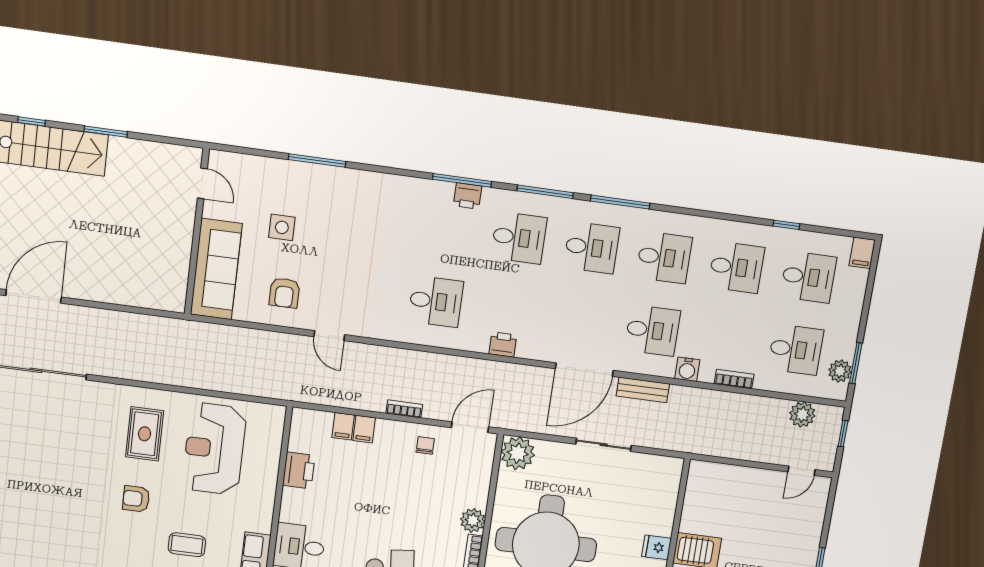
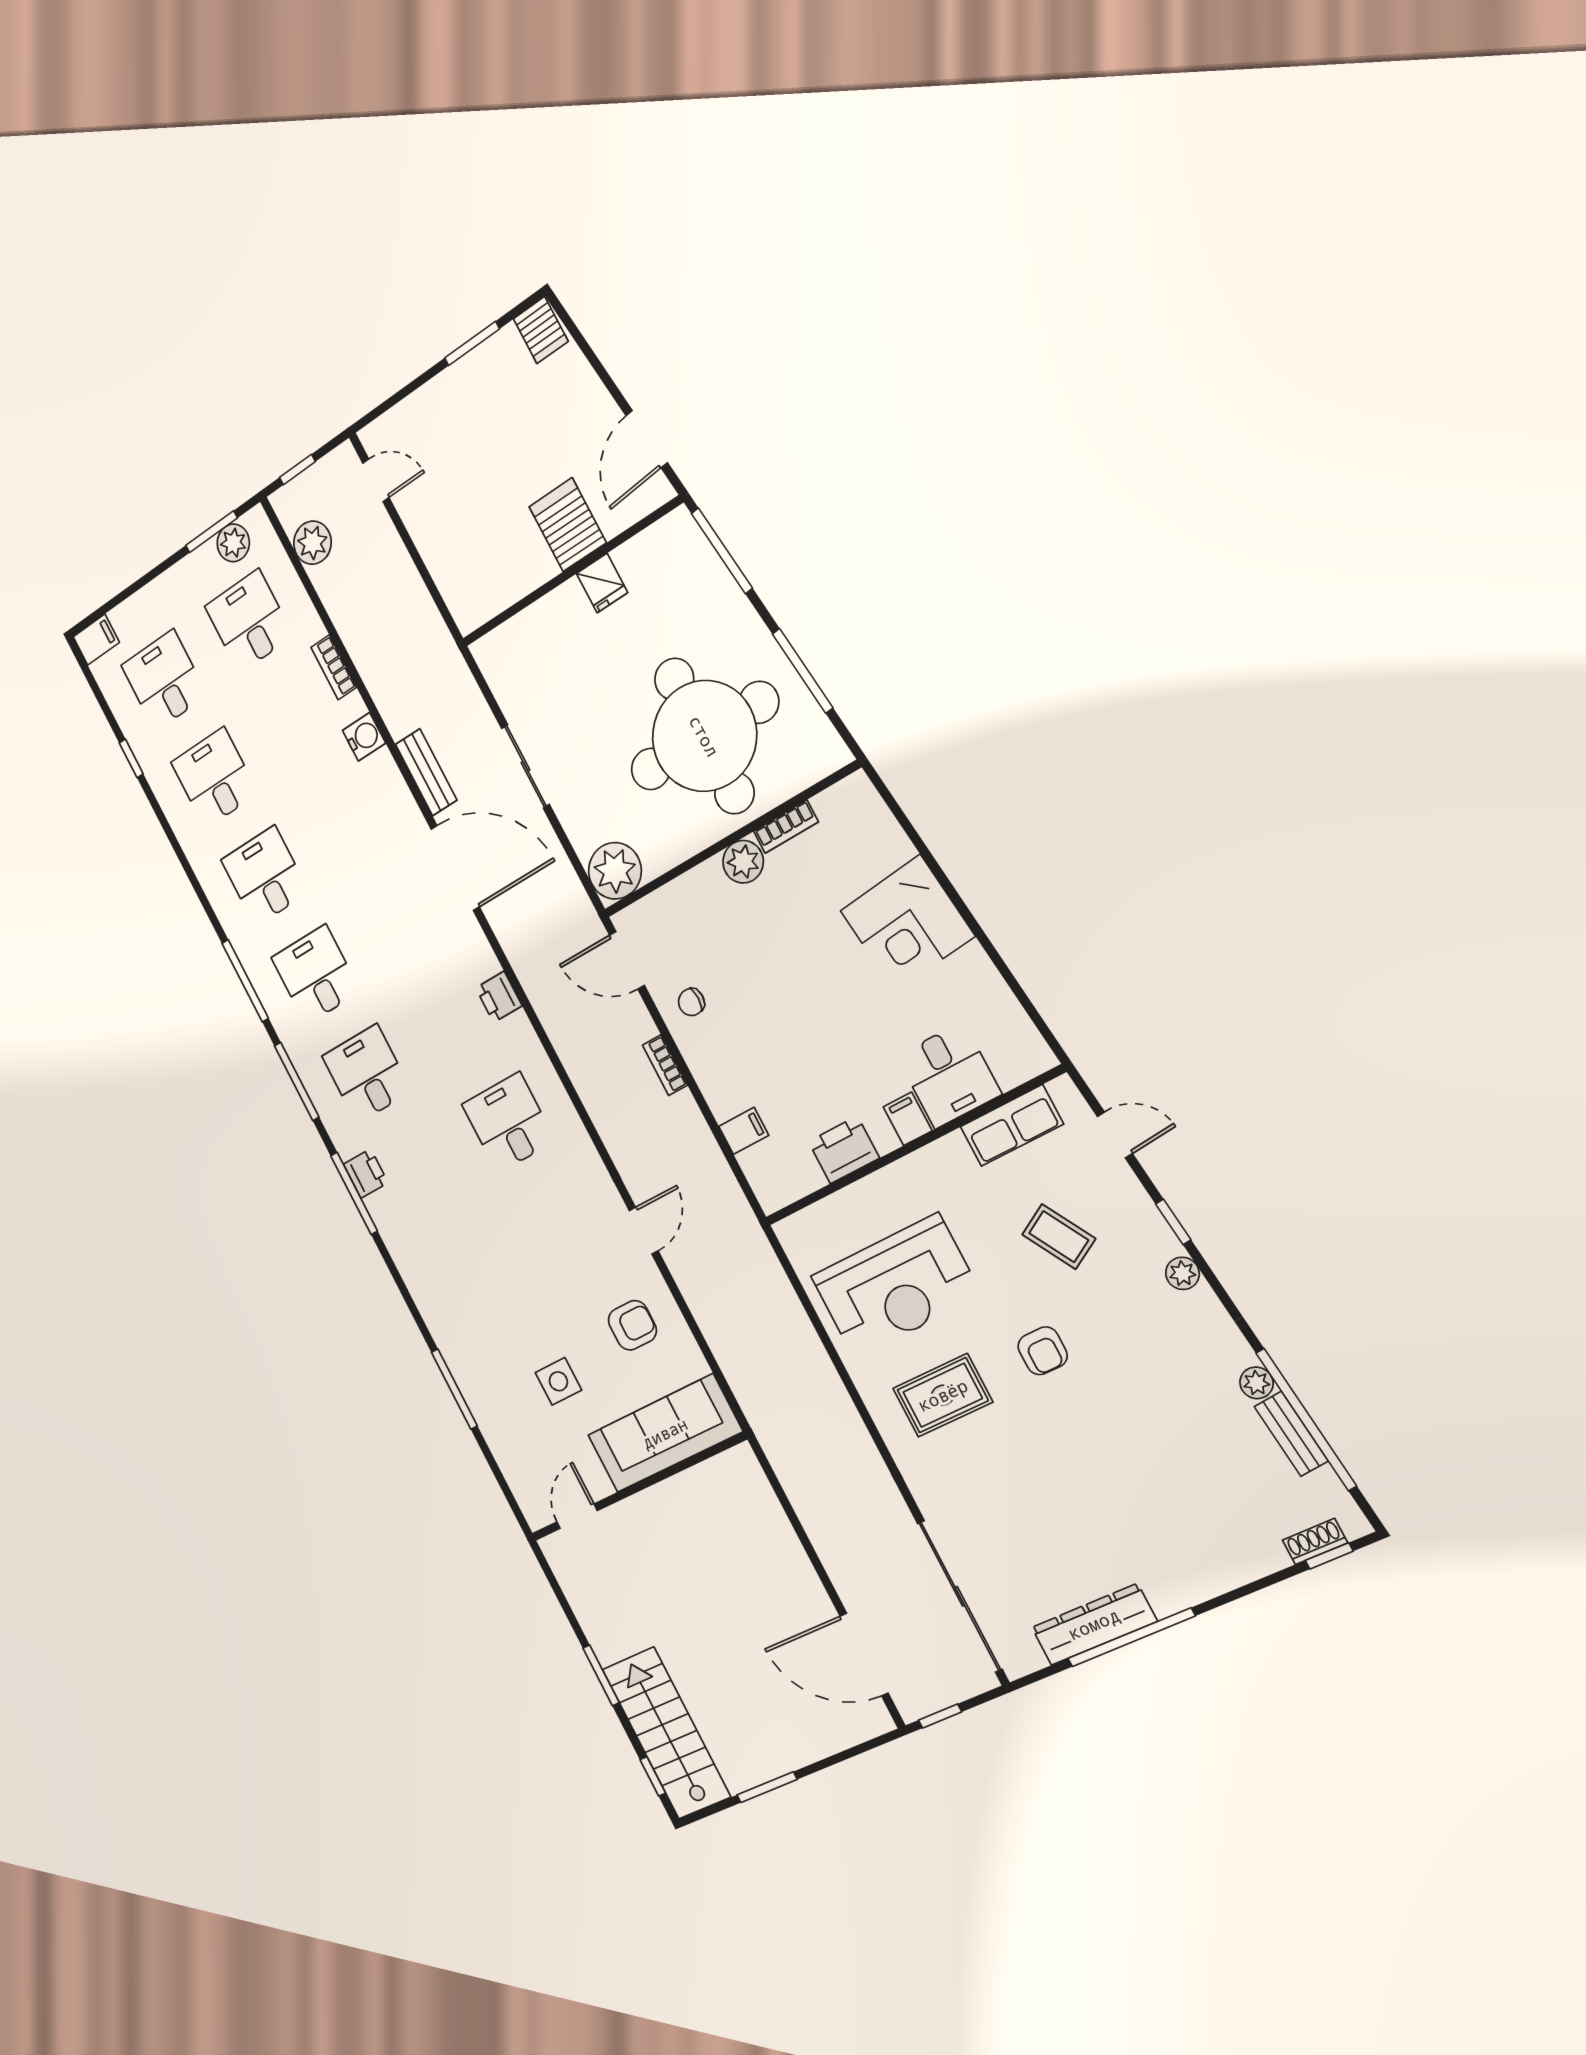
desk: (652, 330) -> (352, 820), removed
filing cabinet: (364, 429) -> (908, 1119), moved, turned -90
coffee table: (187, 545) -> (1059, 1237), turned -30

